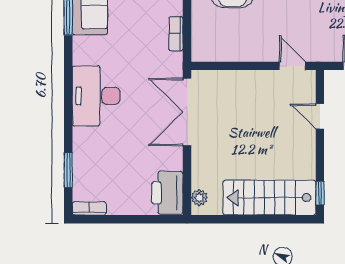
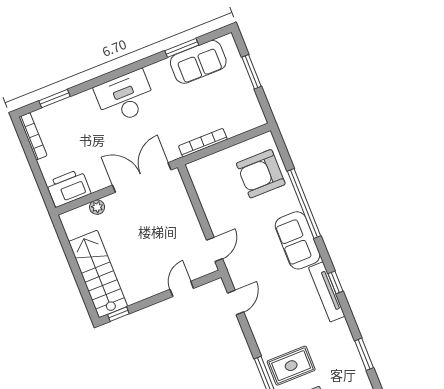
bookcase: (176, 34) -> (203, 143), width x1.56
plant: (199, 198) -> (97, 207), moved
bookcase: (89, 208) -> (33, 136), width x1.56

